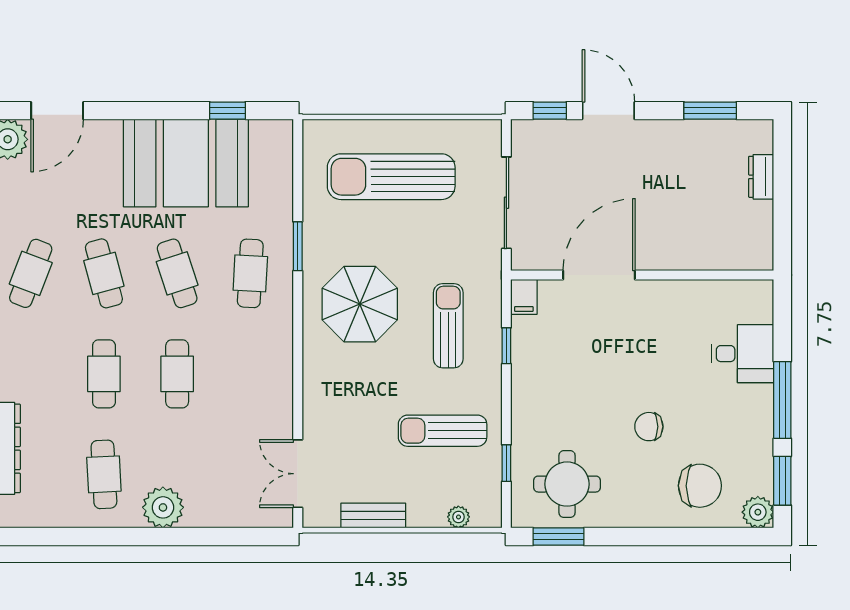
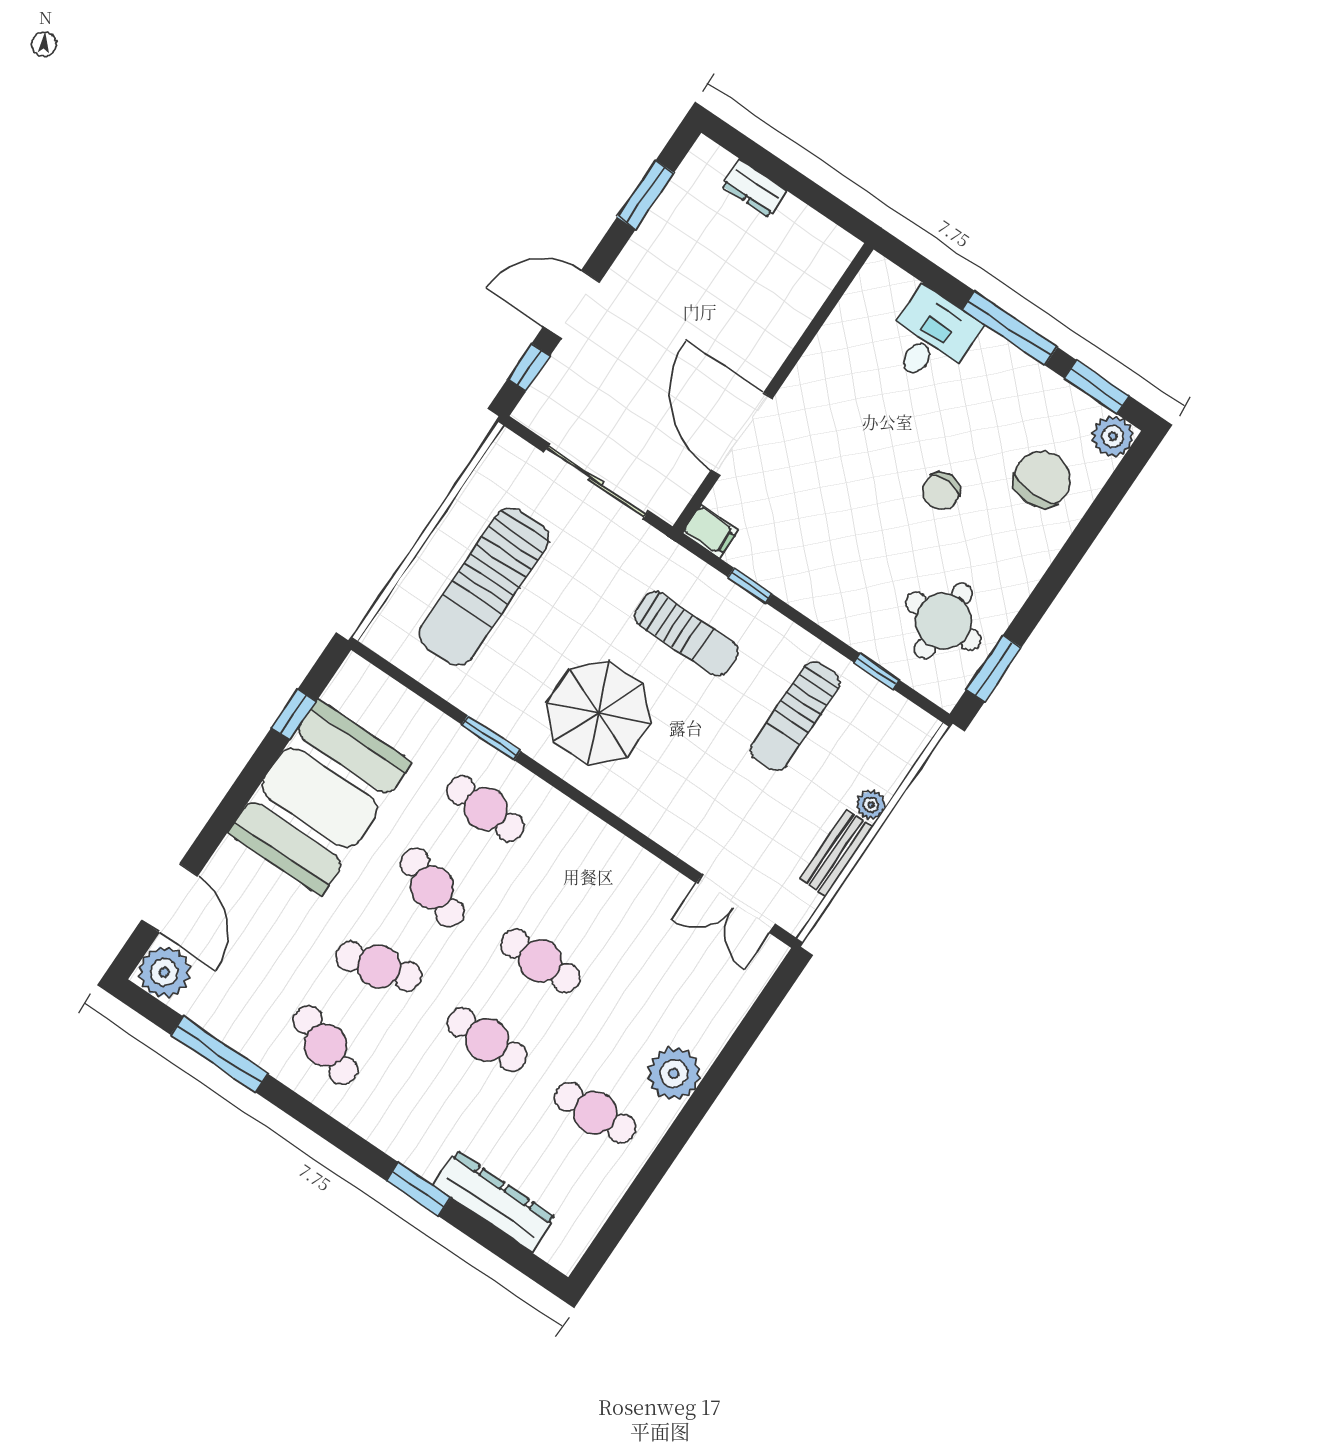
cafe table: (177, 273) -> (432, 887), turned 39
sun lounger: (448, 326) -> (686, 634), turned 180
plant: (458, 517) -> (871, 805), moved

